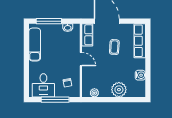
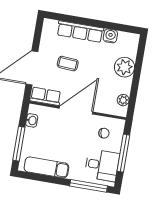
row of seats: (140, 41) -> (80, 31), moved
door: (81, 59) -> (76, 110), width x1.88
window: (26, 78) -> (89, 186), added

